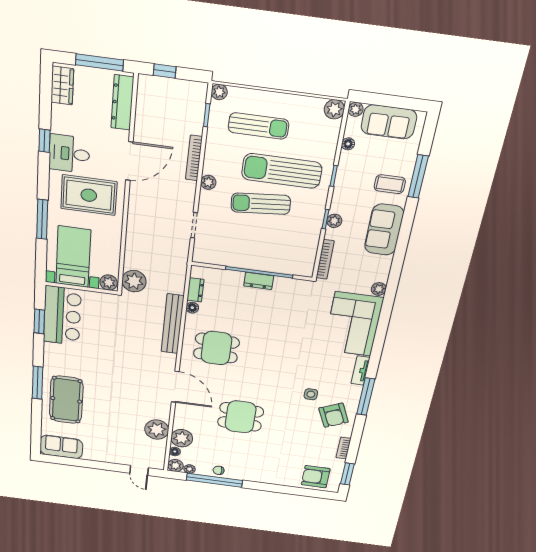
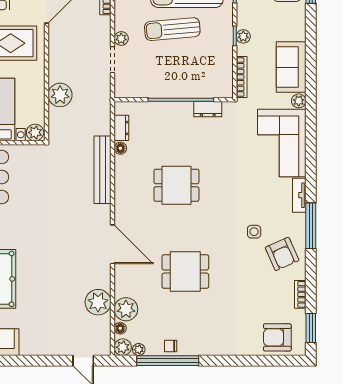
plant: (208, 182) -> (121, 39), moved
sofa: (384, 230) -> (291, 67), moved
plant: (134, 281) -> (60, 95), moved
dresser: (259, 281) -> (208, 109), moved
dining table: (216, 348) -> (176, 185), moved

